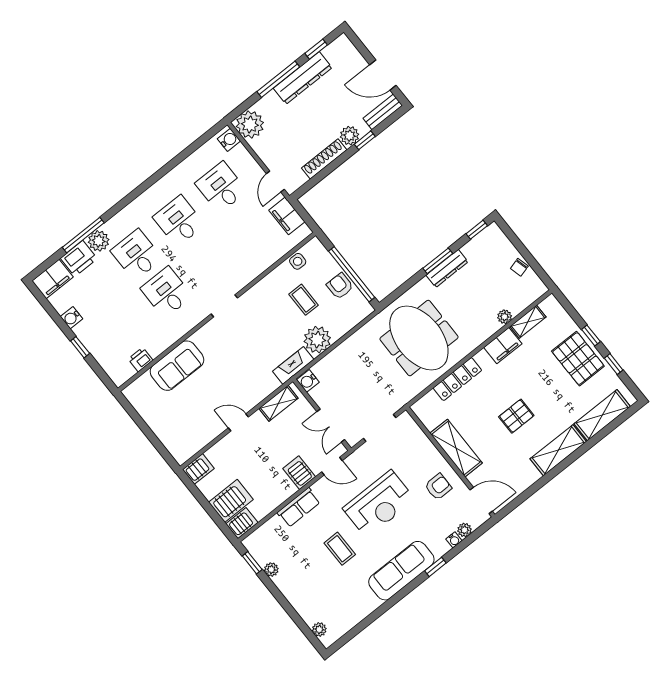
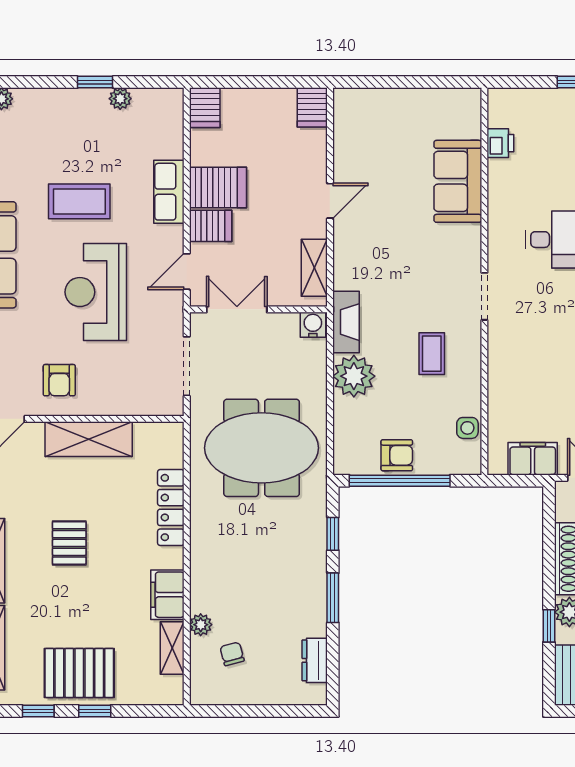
window: (477, 230) -> (333, 534), moved
chair: (519, 267) -> (232, 654), moved
dresser: (447, 268) -> (315, 660), moved, width x0.70
coffee table: (304, 300) -> (432, 354), moved, turned 90
meeting table: (419, 338) -> (262, 448), moved
server rack: (231, 501) -> (218, 187), moved, turned -90
coffee table: (340, 549) -> (79, 201), width x1.36, depth x1.30
window: (252, 563) -> (95, 82), moved

